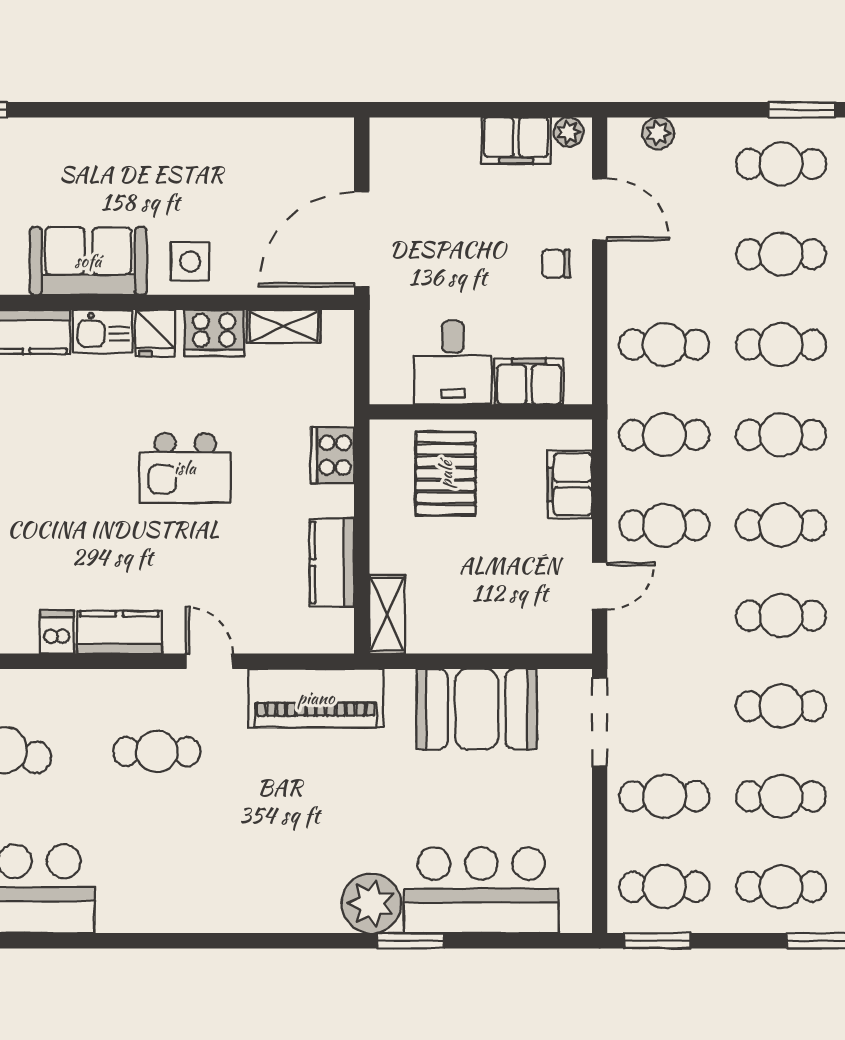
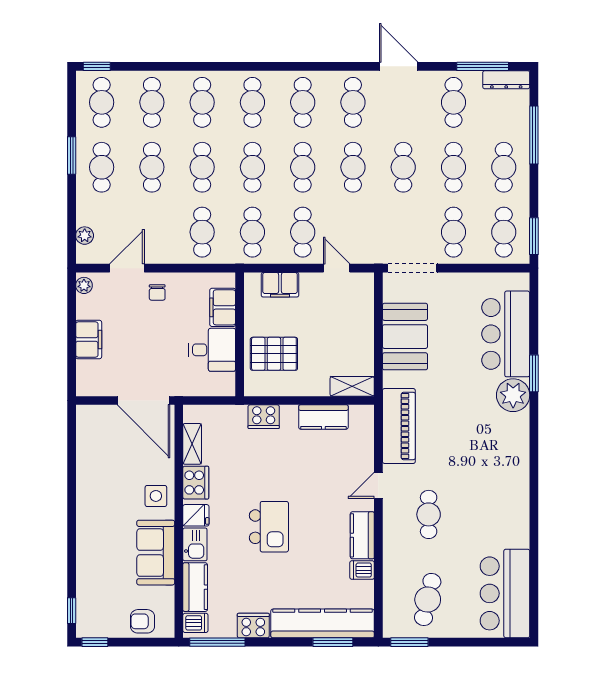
filing cabinet: (516, 140) -> (89, 340), moved
kitchen island: (185, 468) -> (269, 527), moved

